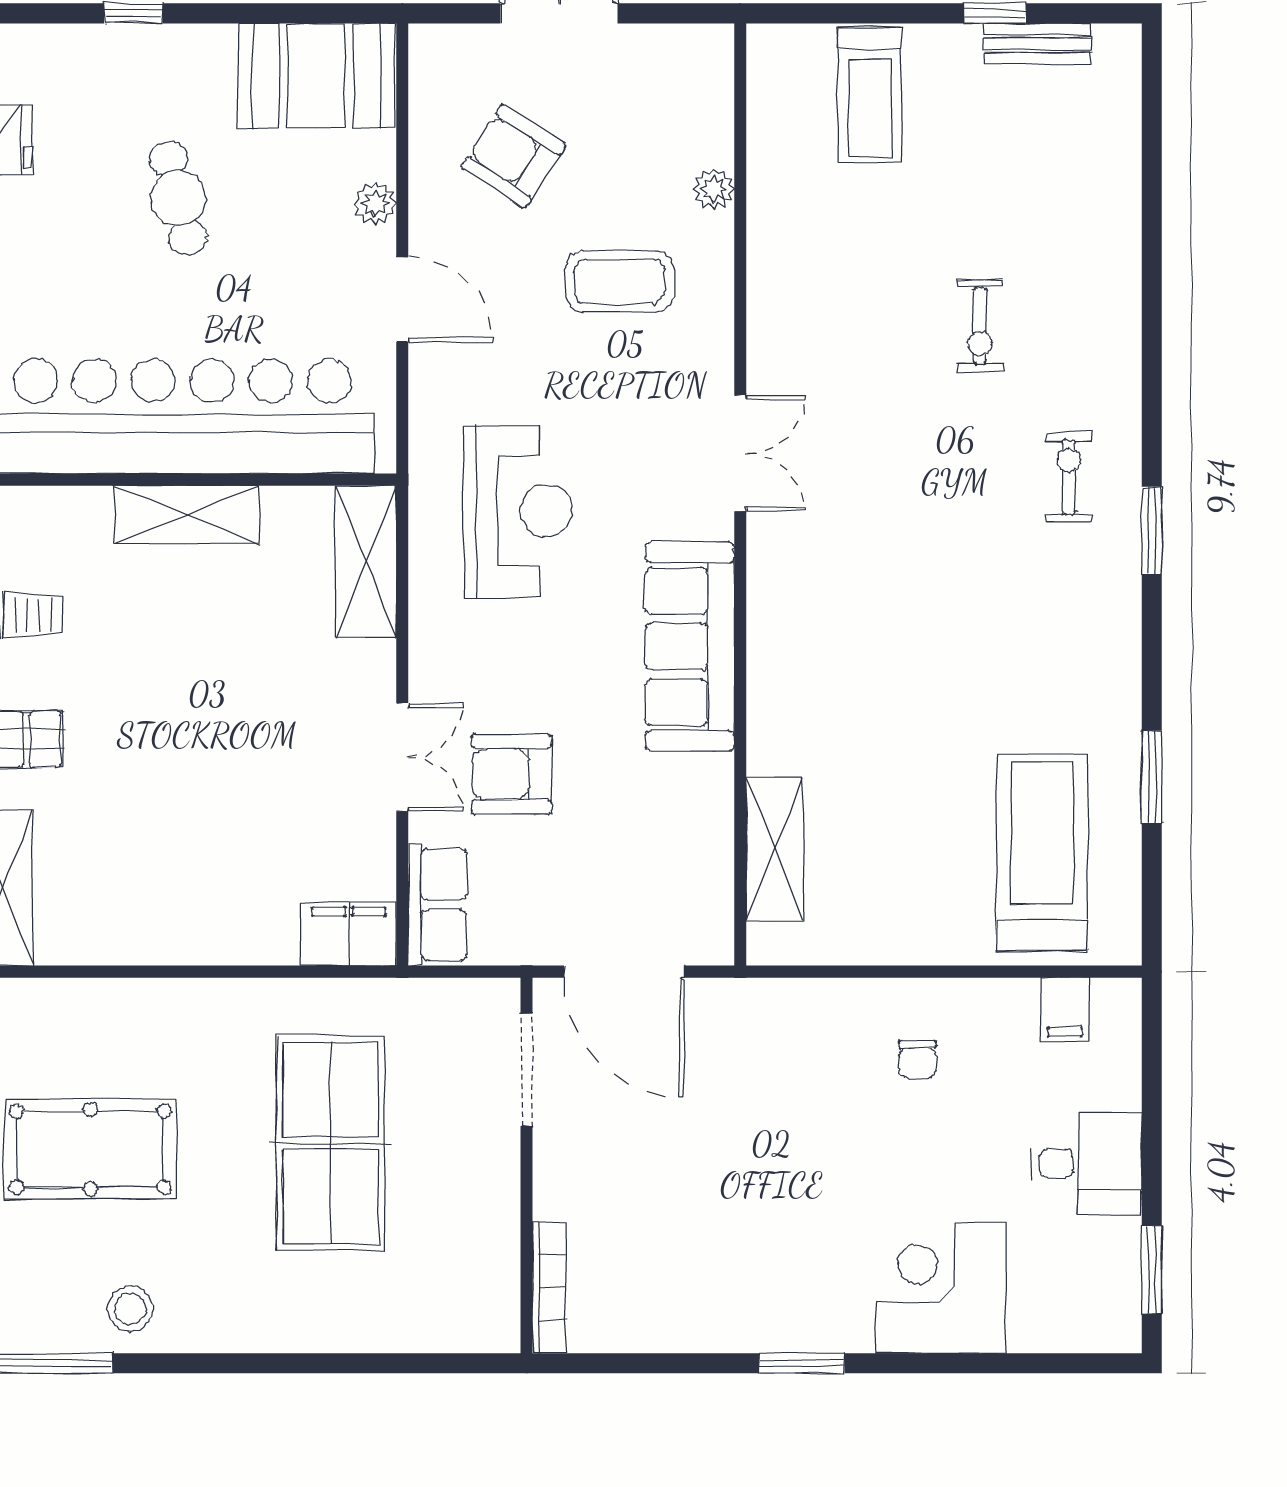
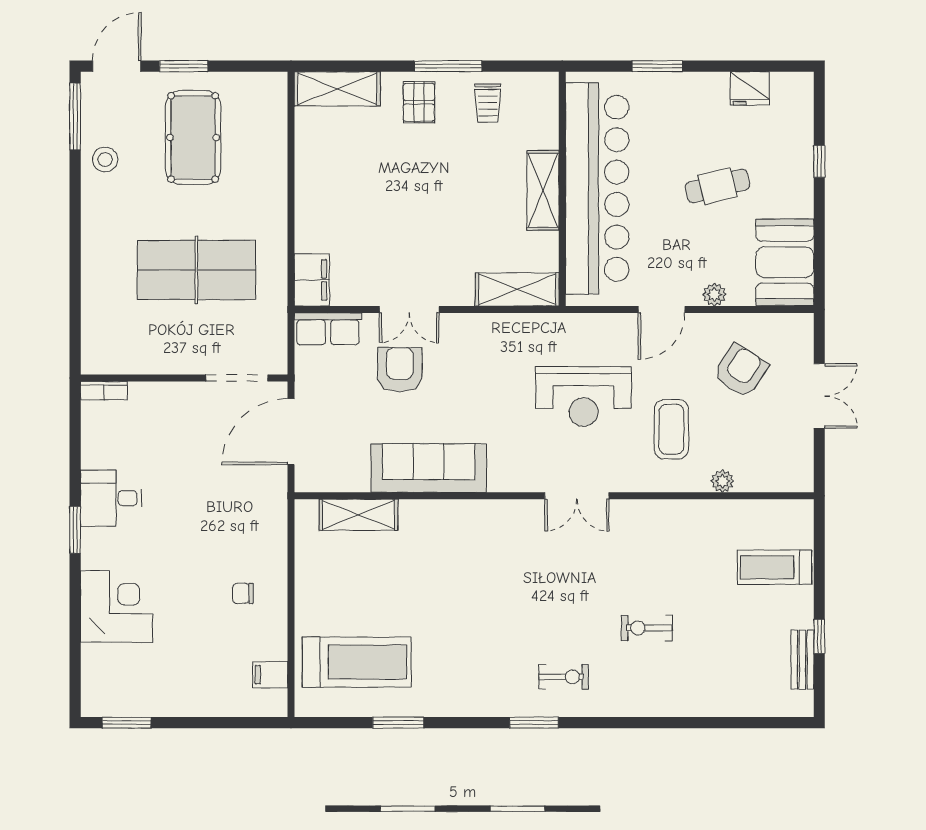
reception desk: (518, 511) -> (584, 397), moved
sofa: (690, 647) -> (429, 468), moved
desk: (1087, 1163) -> (111, 498), moved, turned 90
bookcase: (549, 1287) -> (104, 391), width x0.64

